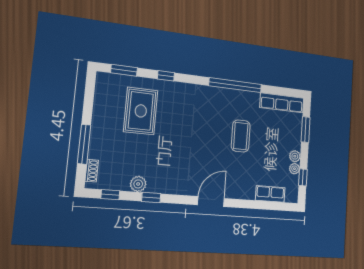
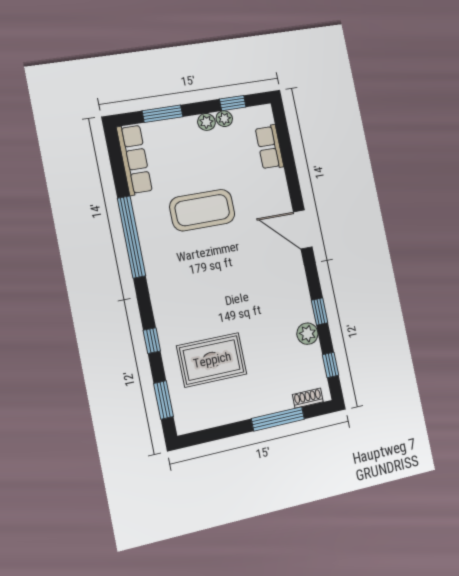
coffee table: (241, 136) -> (202, 210), width x1.36, depth x1.32

